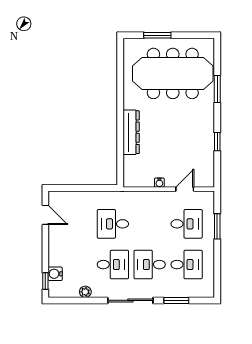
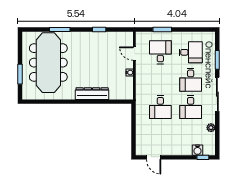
door: (45, 215) -> (154, 157), swing flipped
desk: (113, 265) -> (191, 107), turned 180
desk: (187, 265) -> (191, 52), turned 90

